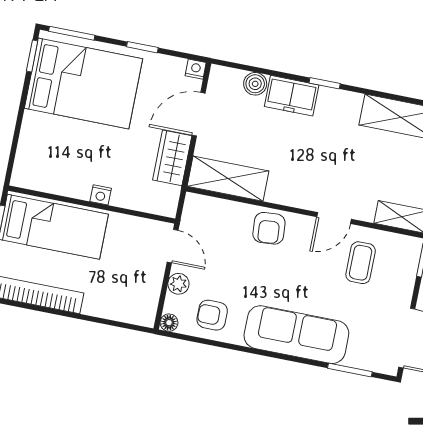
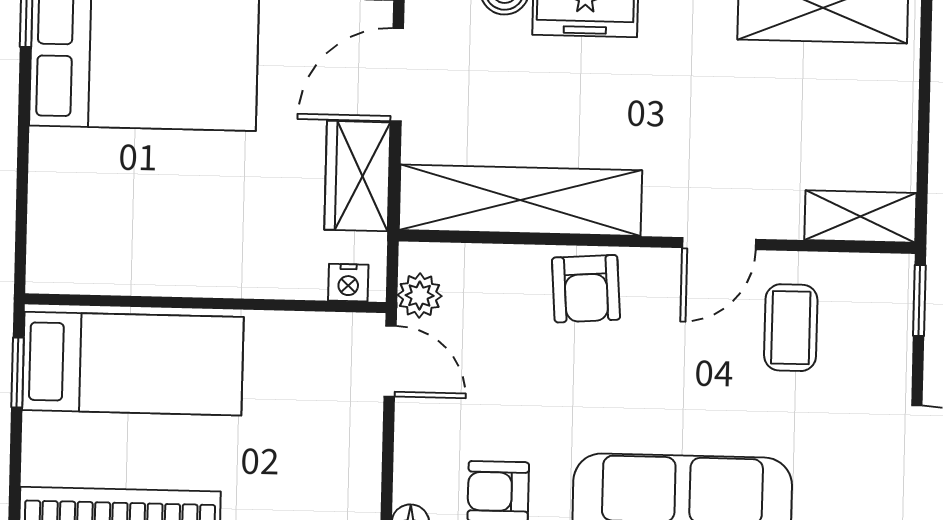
shelving: (228, 179) -> (520, 200), width x1.47
nightstand: (101, 195) -> (348, 283), moved
plant: (178, 284) -> (420, 296), moved

